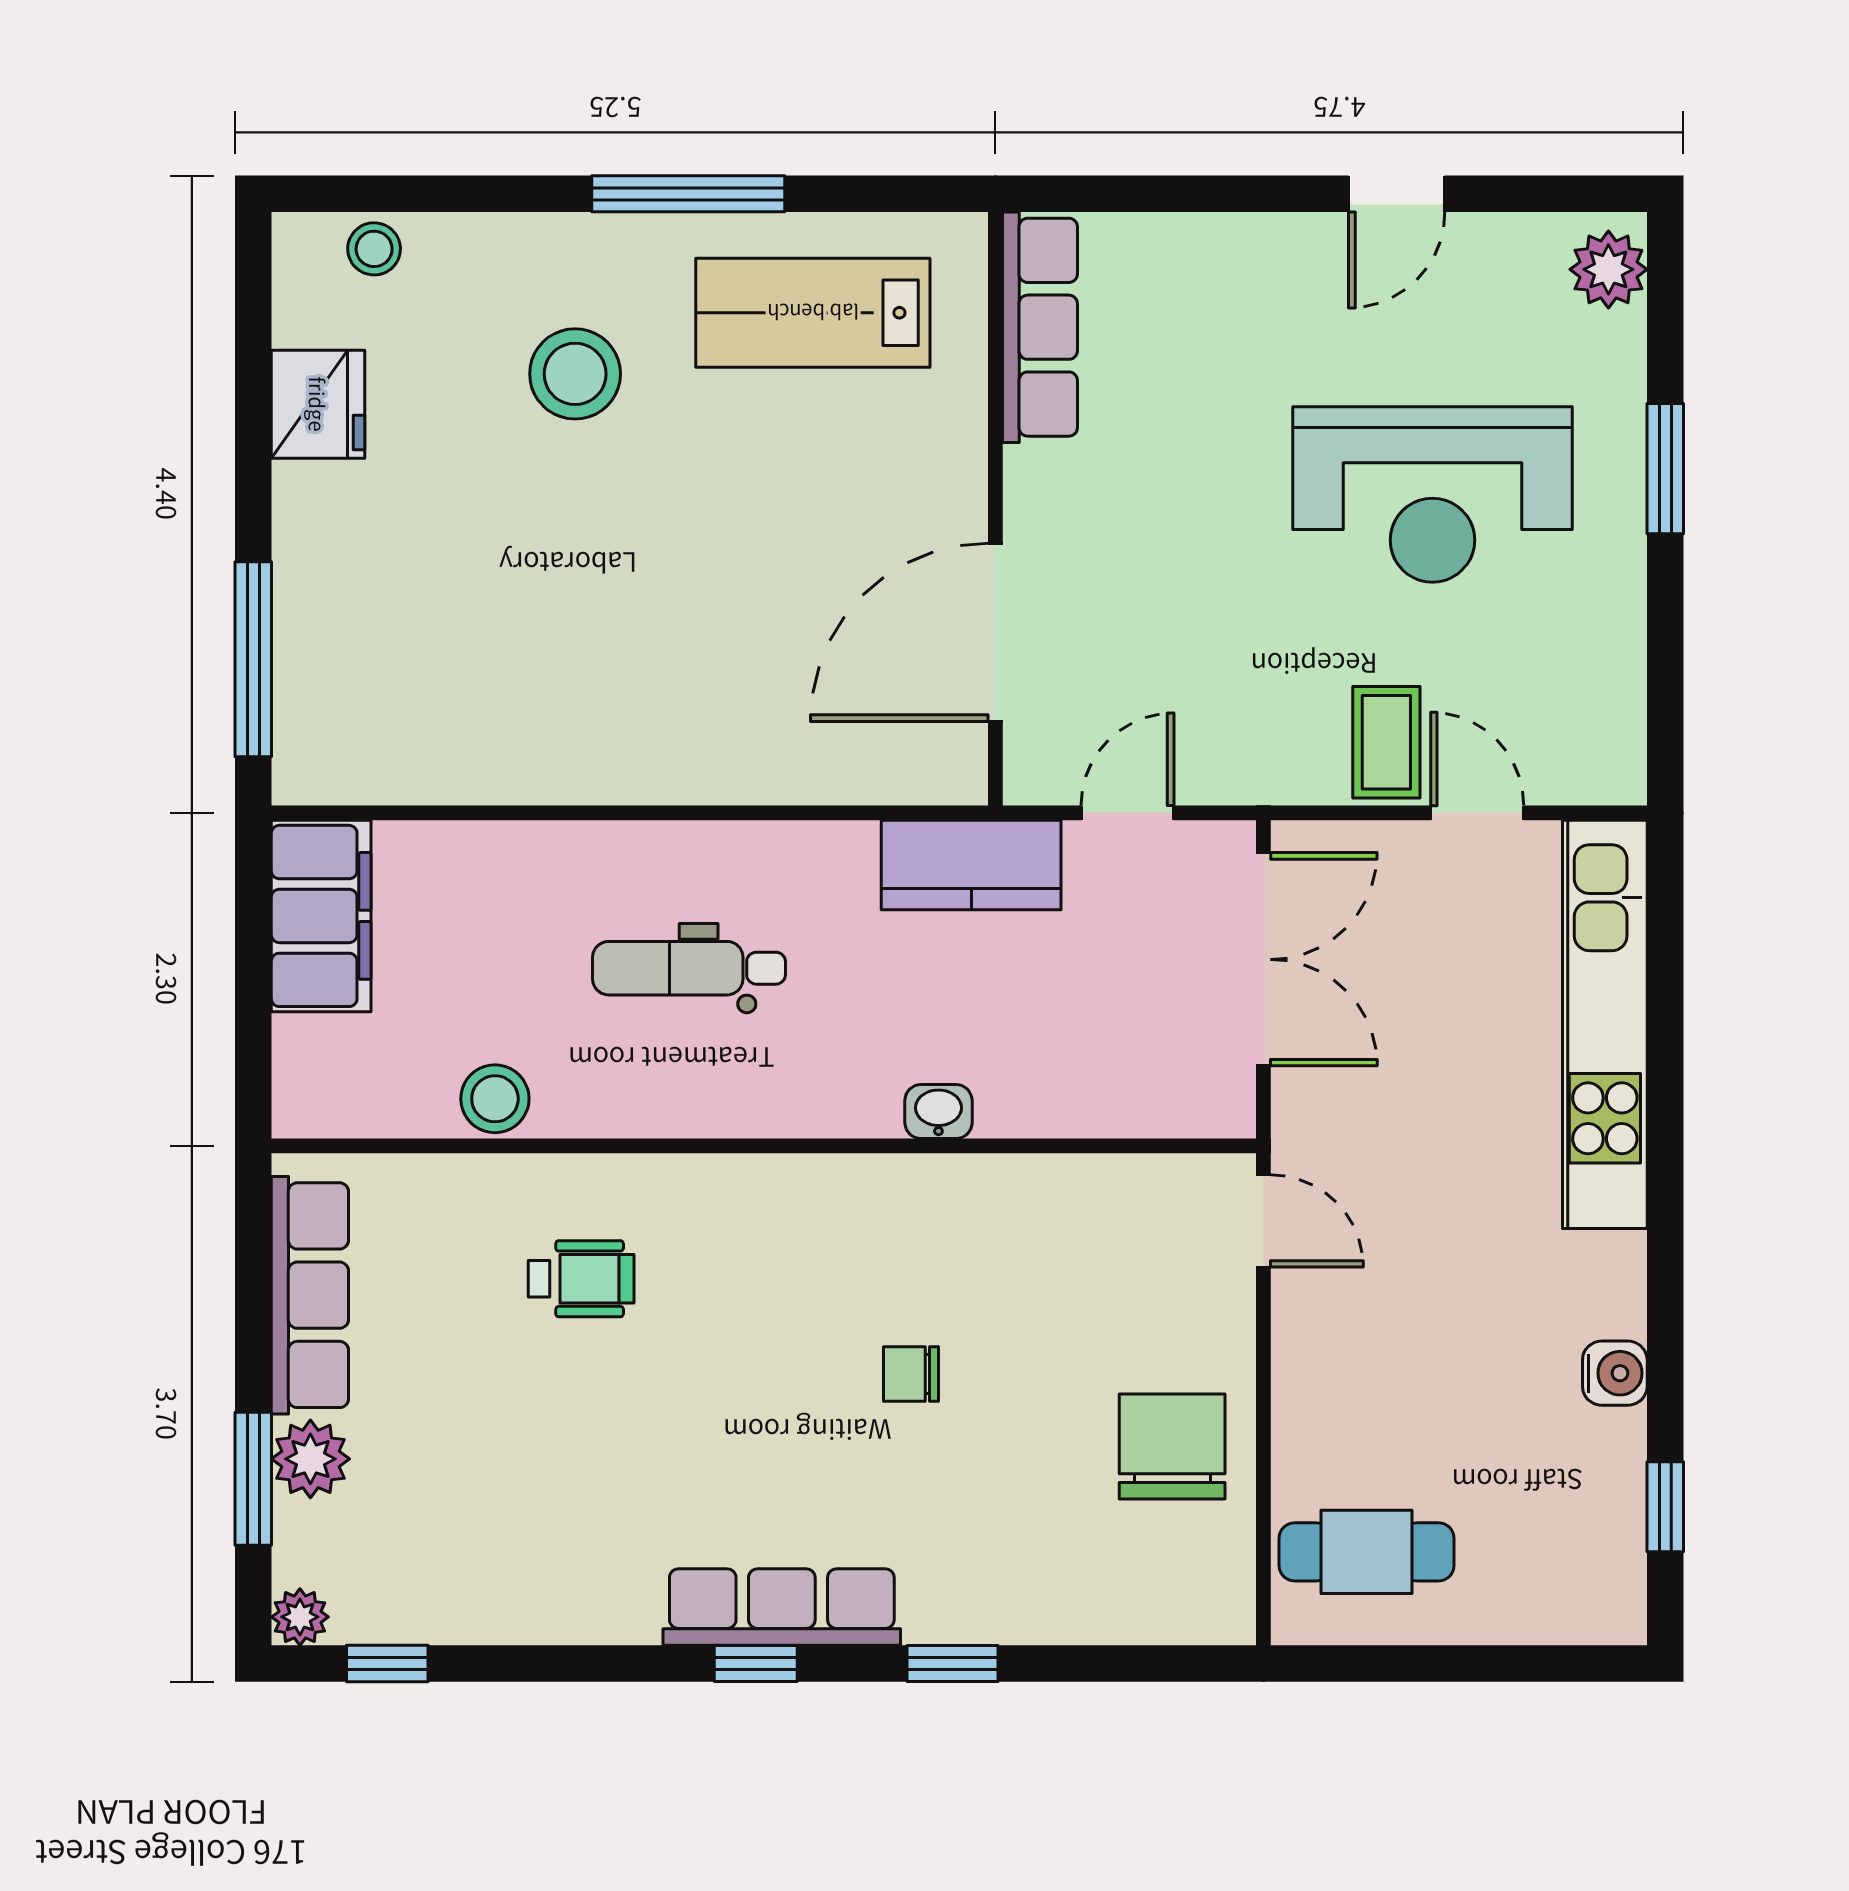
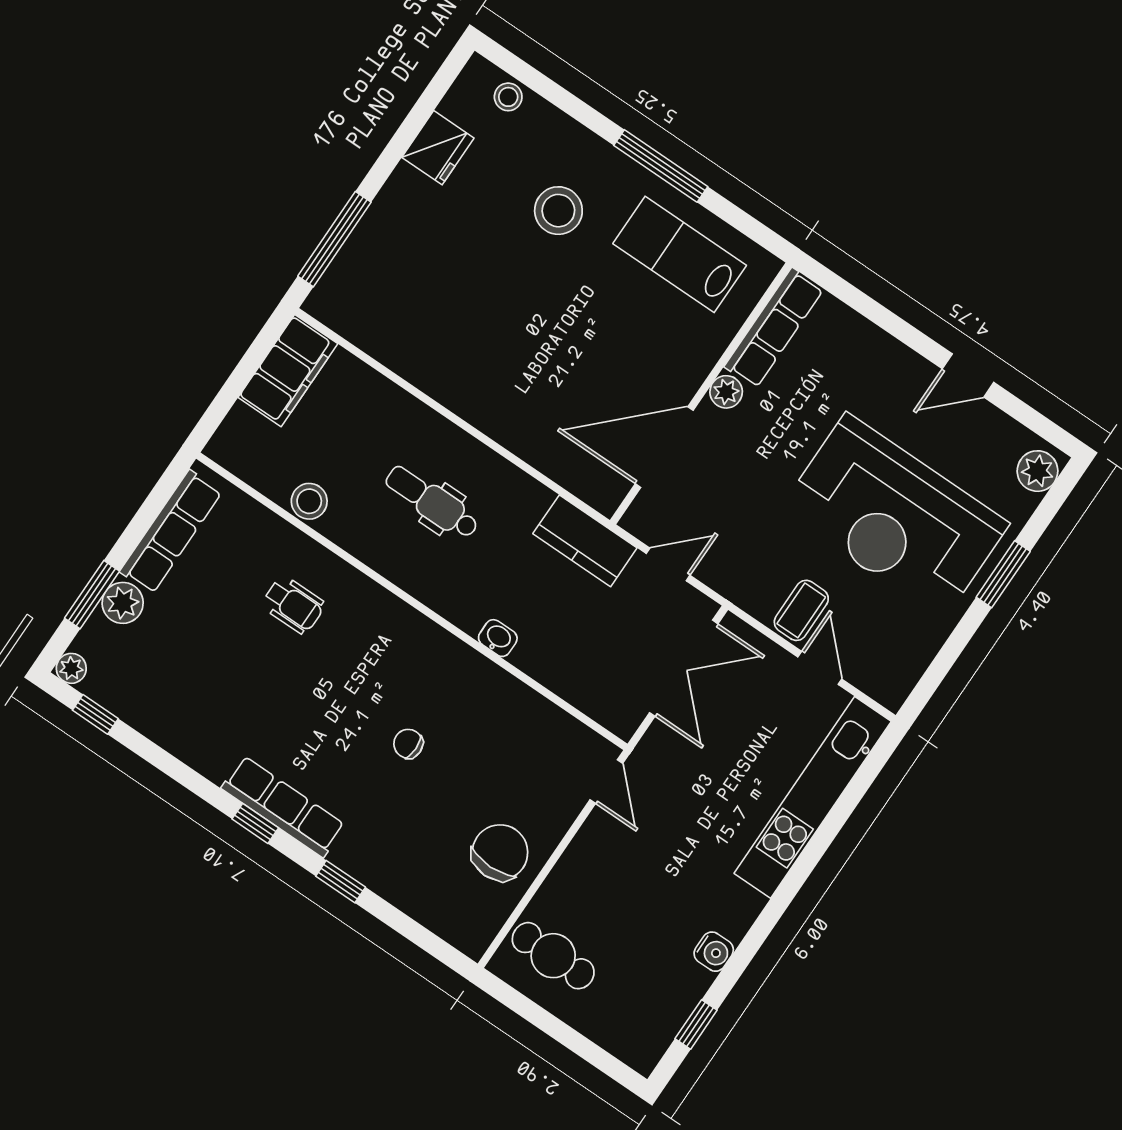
plant: (1033, 479) -> (726, 392), added
reception desk: (1432, 495) -> (895, 517), width x1.36, depth x1.30

